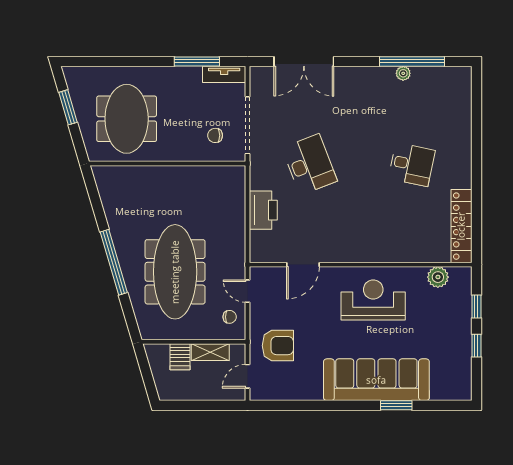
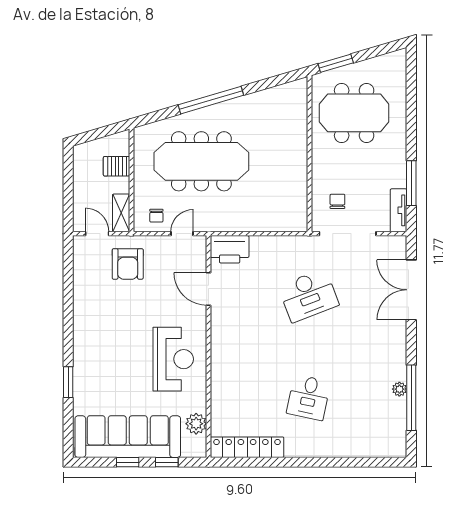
window: (68, 107) -> (336, 63), moved
printer: (263, 210) -> (230, 249), moved
shelving: (210, 352) -> (121, 213), moved
sofa: (376, 380) -> (128, 437), moved, turned -90

